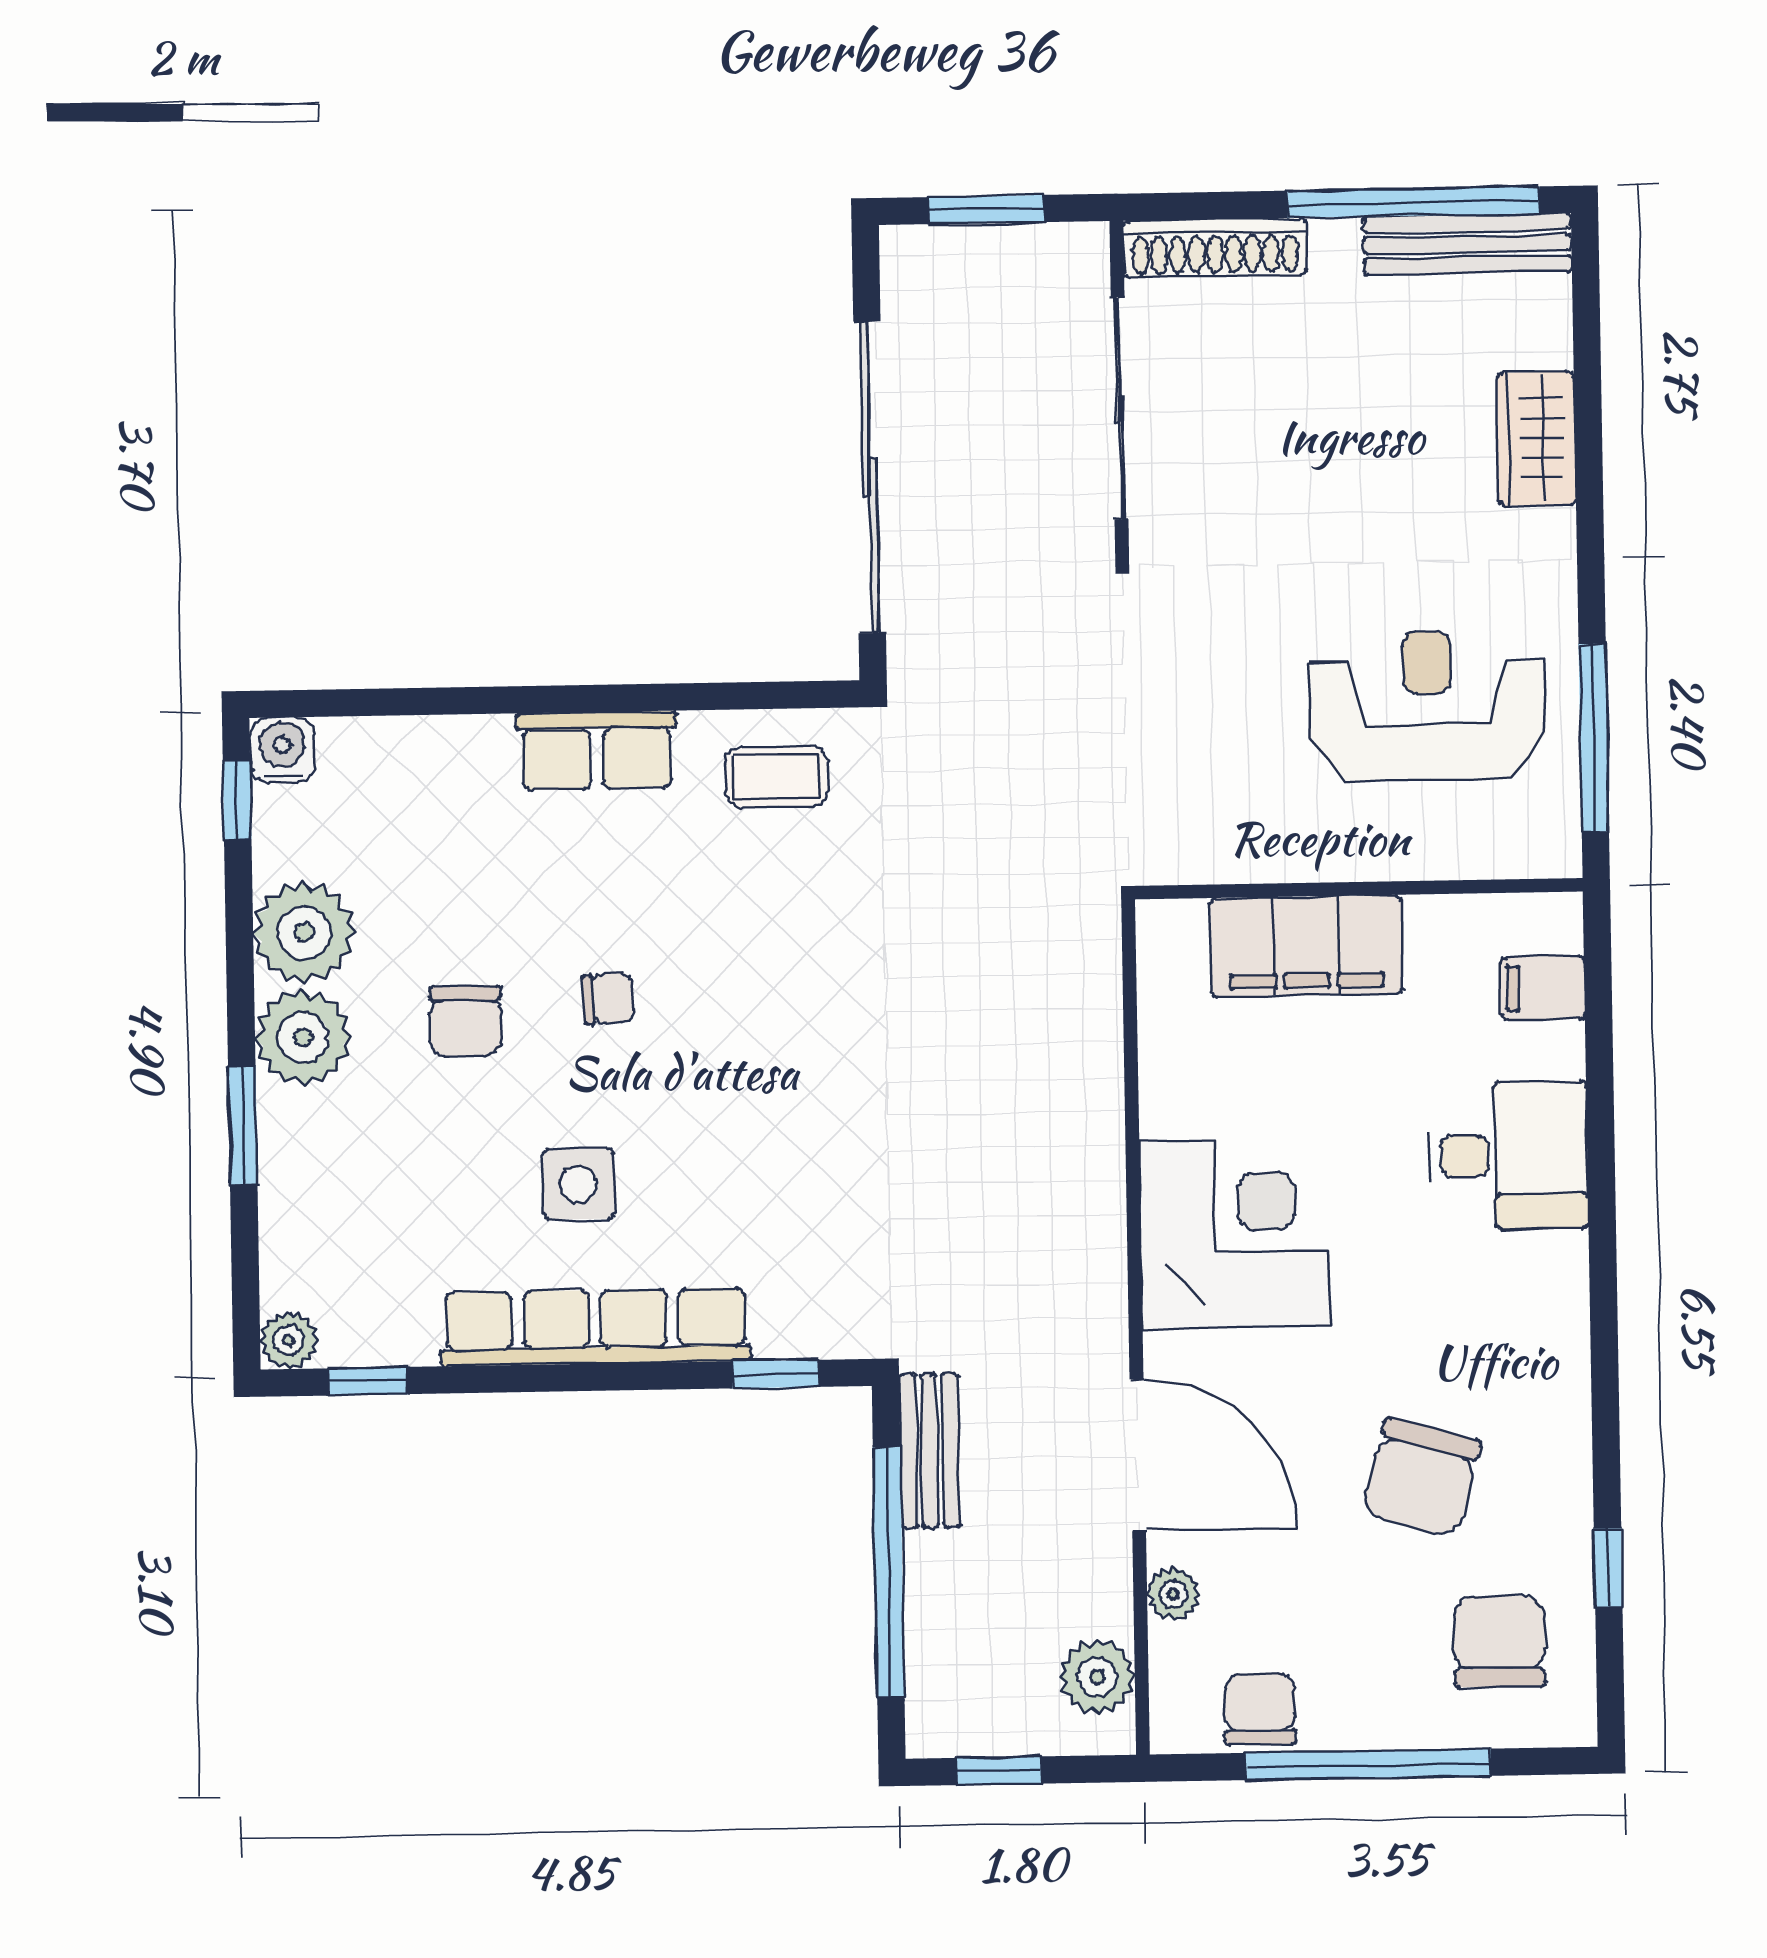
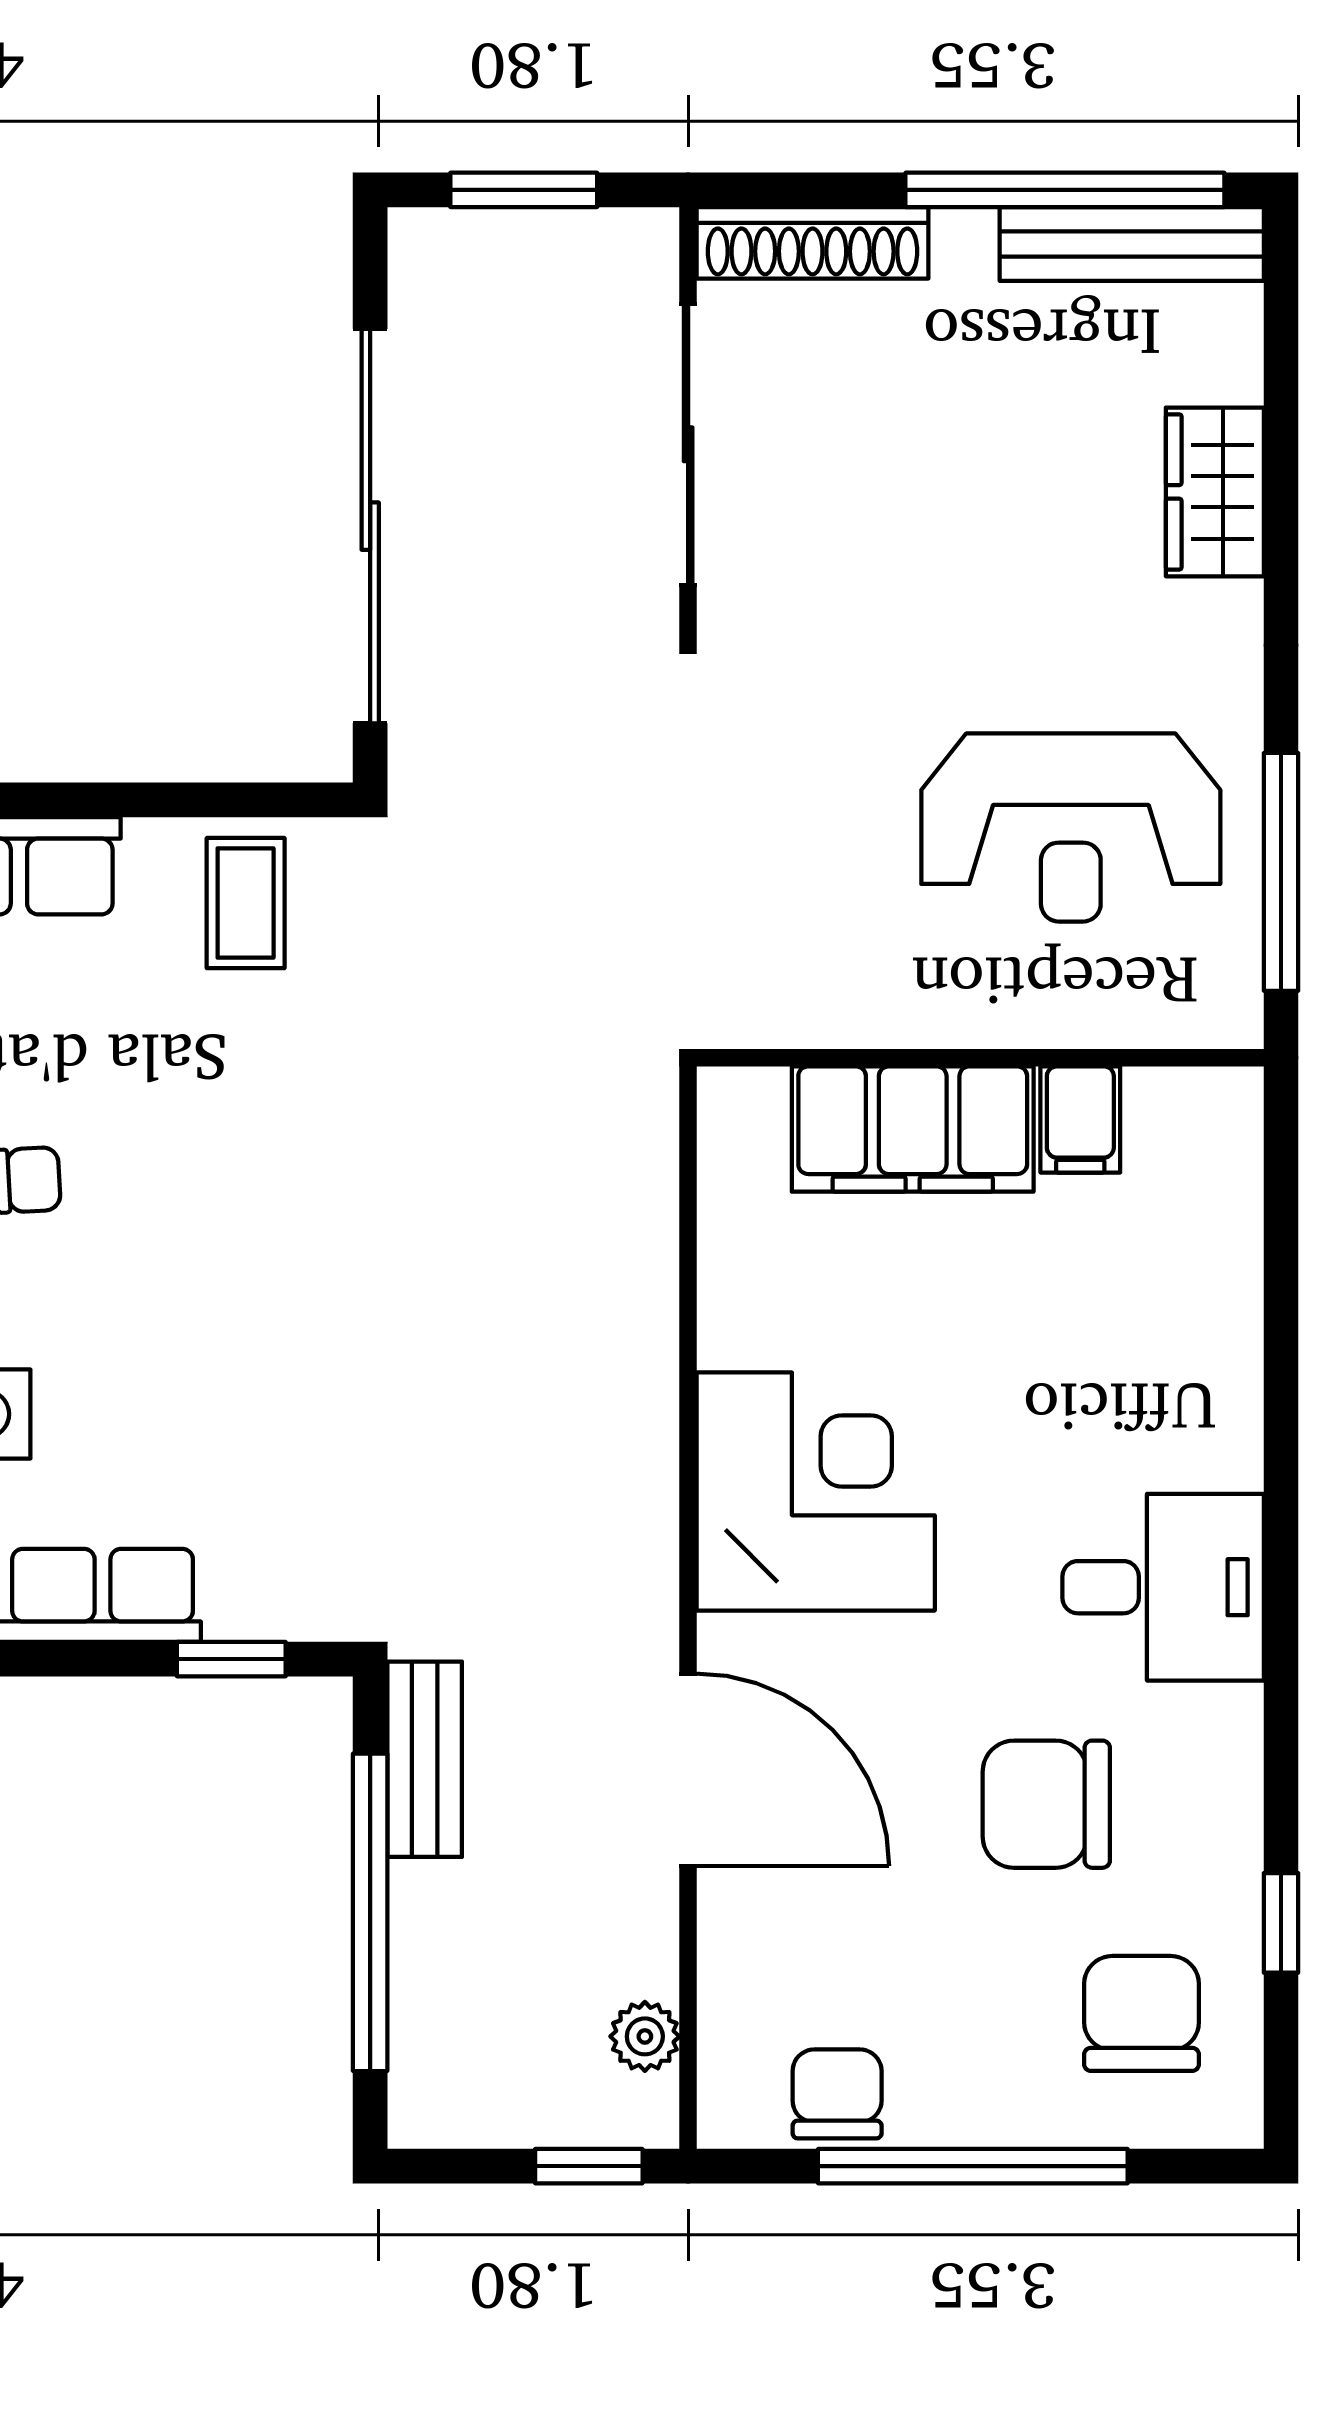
reception desk: (1427, 706) -> (1071, 827), turned 180
coffee table: (776, 777) -> (246, 903), turned 90
filing cabinet: (1543, 988) -> (1080, 1119), moved, turned -90
desk: (1508, 1155) -> (1163, 1587), moved
chair: (1421, 1477) -> (1046, 1804), turned 74
plant: (1173, 1594) -> (730, 1946), removed
plant: (1097, 1677) -> (645, 2036), width x0.73, depth x0.73
window: (999, 1771) -> (589, 2166), moved

